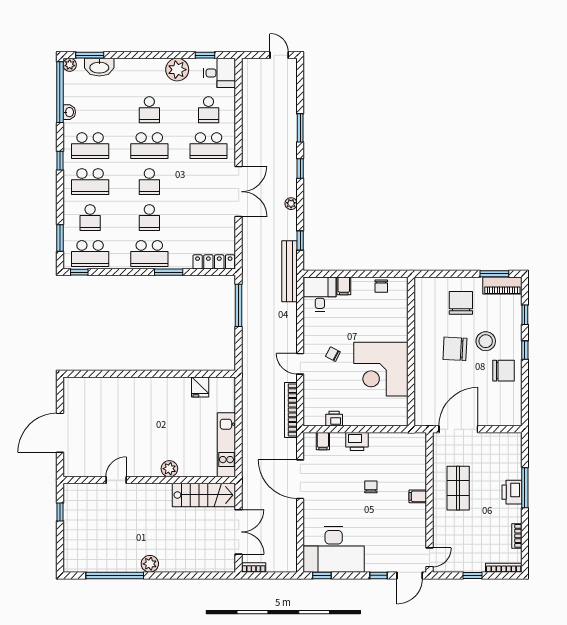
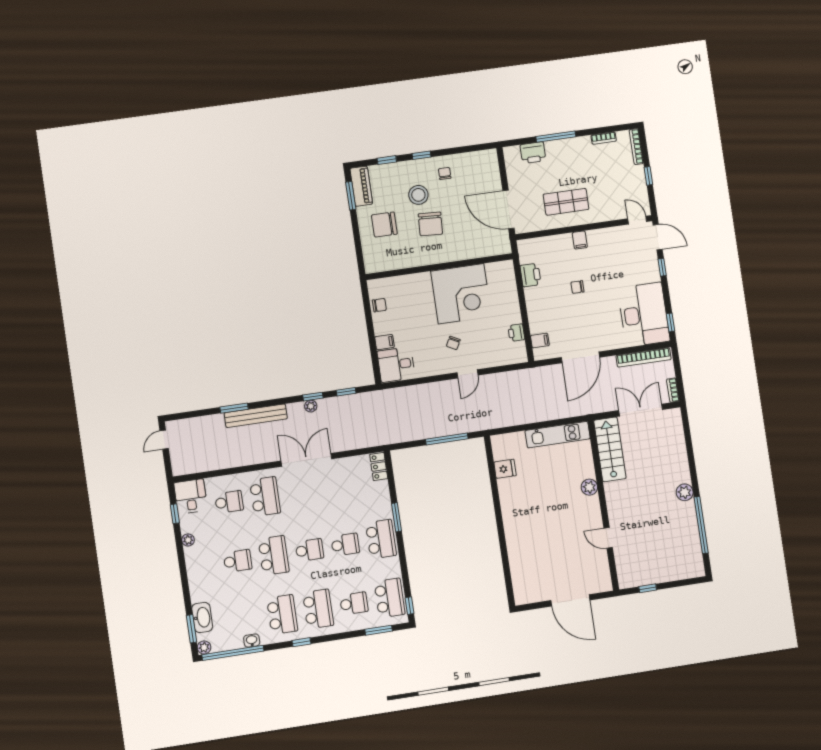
plant: (177, 70) -> (188, 540), width x0.53, depth x0.53
window: (300, 168) -> (313, 397), moved
locker: (214, 262) -> (379, 467), width x0.66
bench: (289, 271) -> (256, 416), moved
window: (239, 305) -> (447, 439), moved
chair: (503, 371) -> (445, 173), width x0.54, depth x0.54
bookcase: (291, 410) -> (644, 357), moved
printer: (357, 441) -> (531, 275), moved
printer: (512, 492) -> (533, 153), moved

